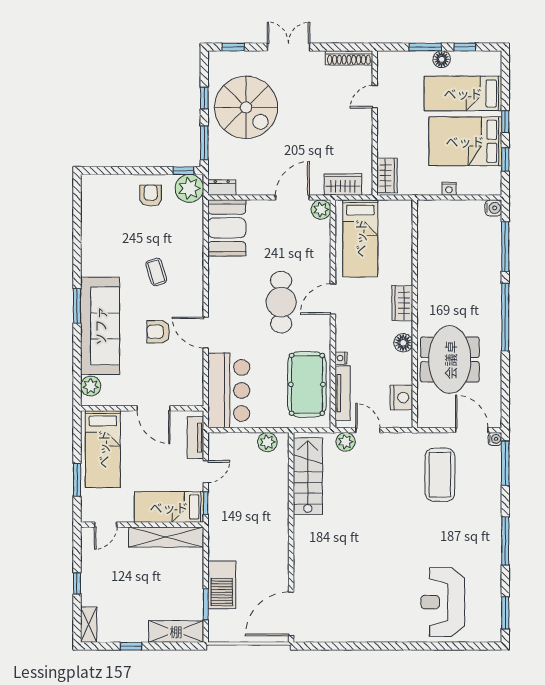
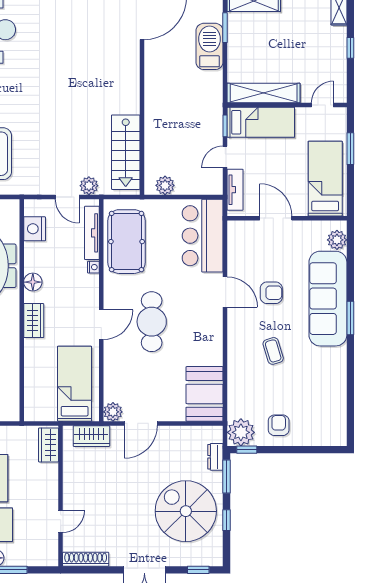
dresser: (222, 188) -> (215, 457), moved, turned 90
armchair: (151, 196) -> (279, 425), turned 180

